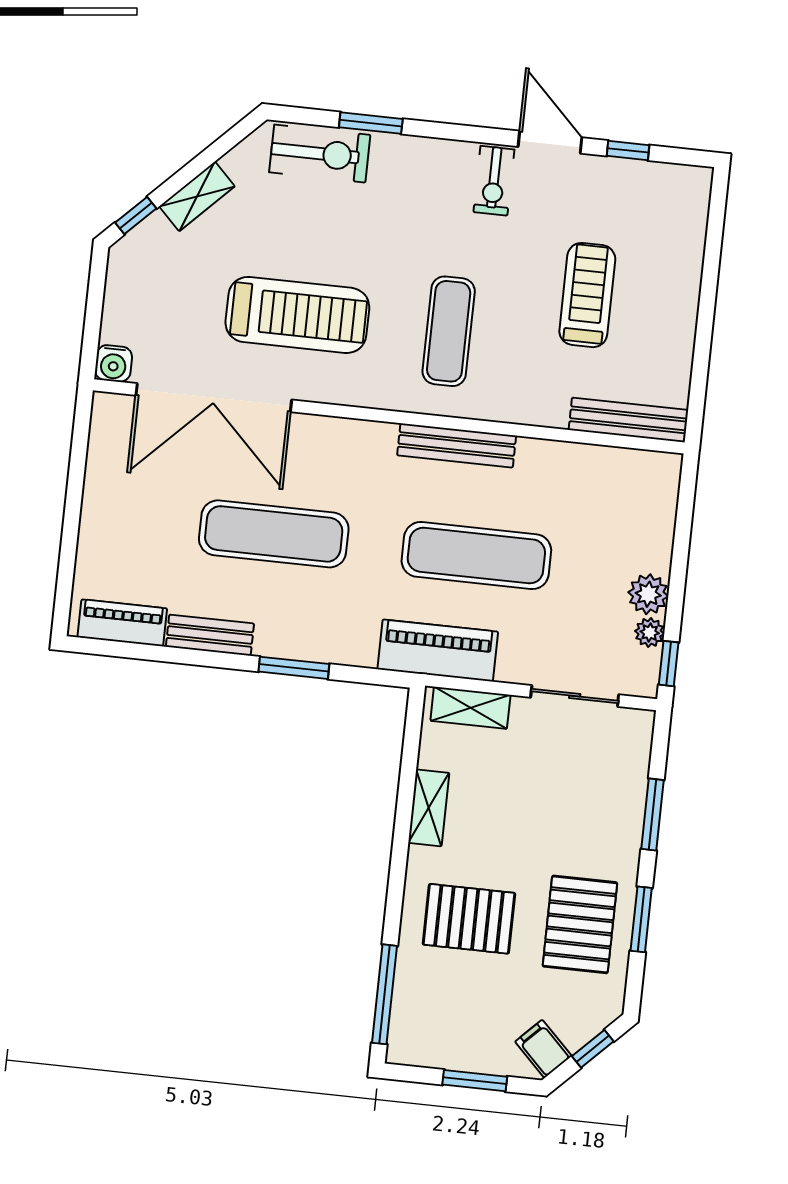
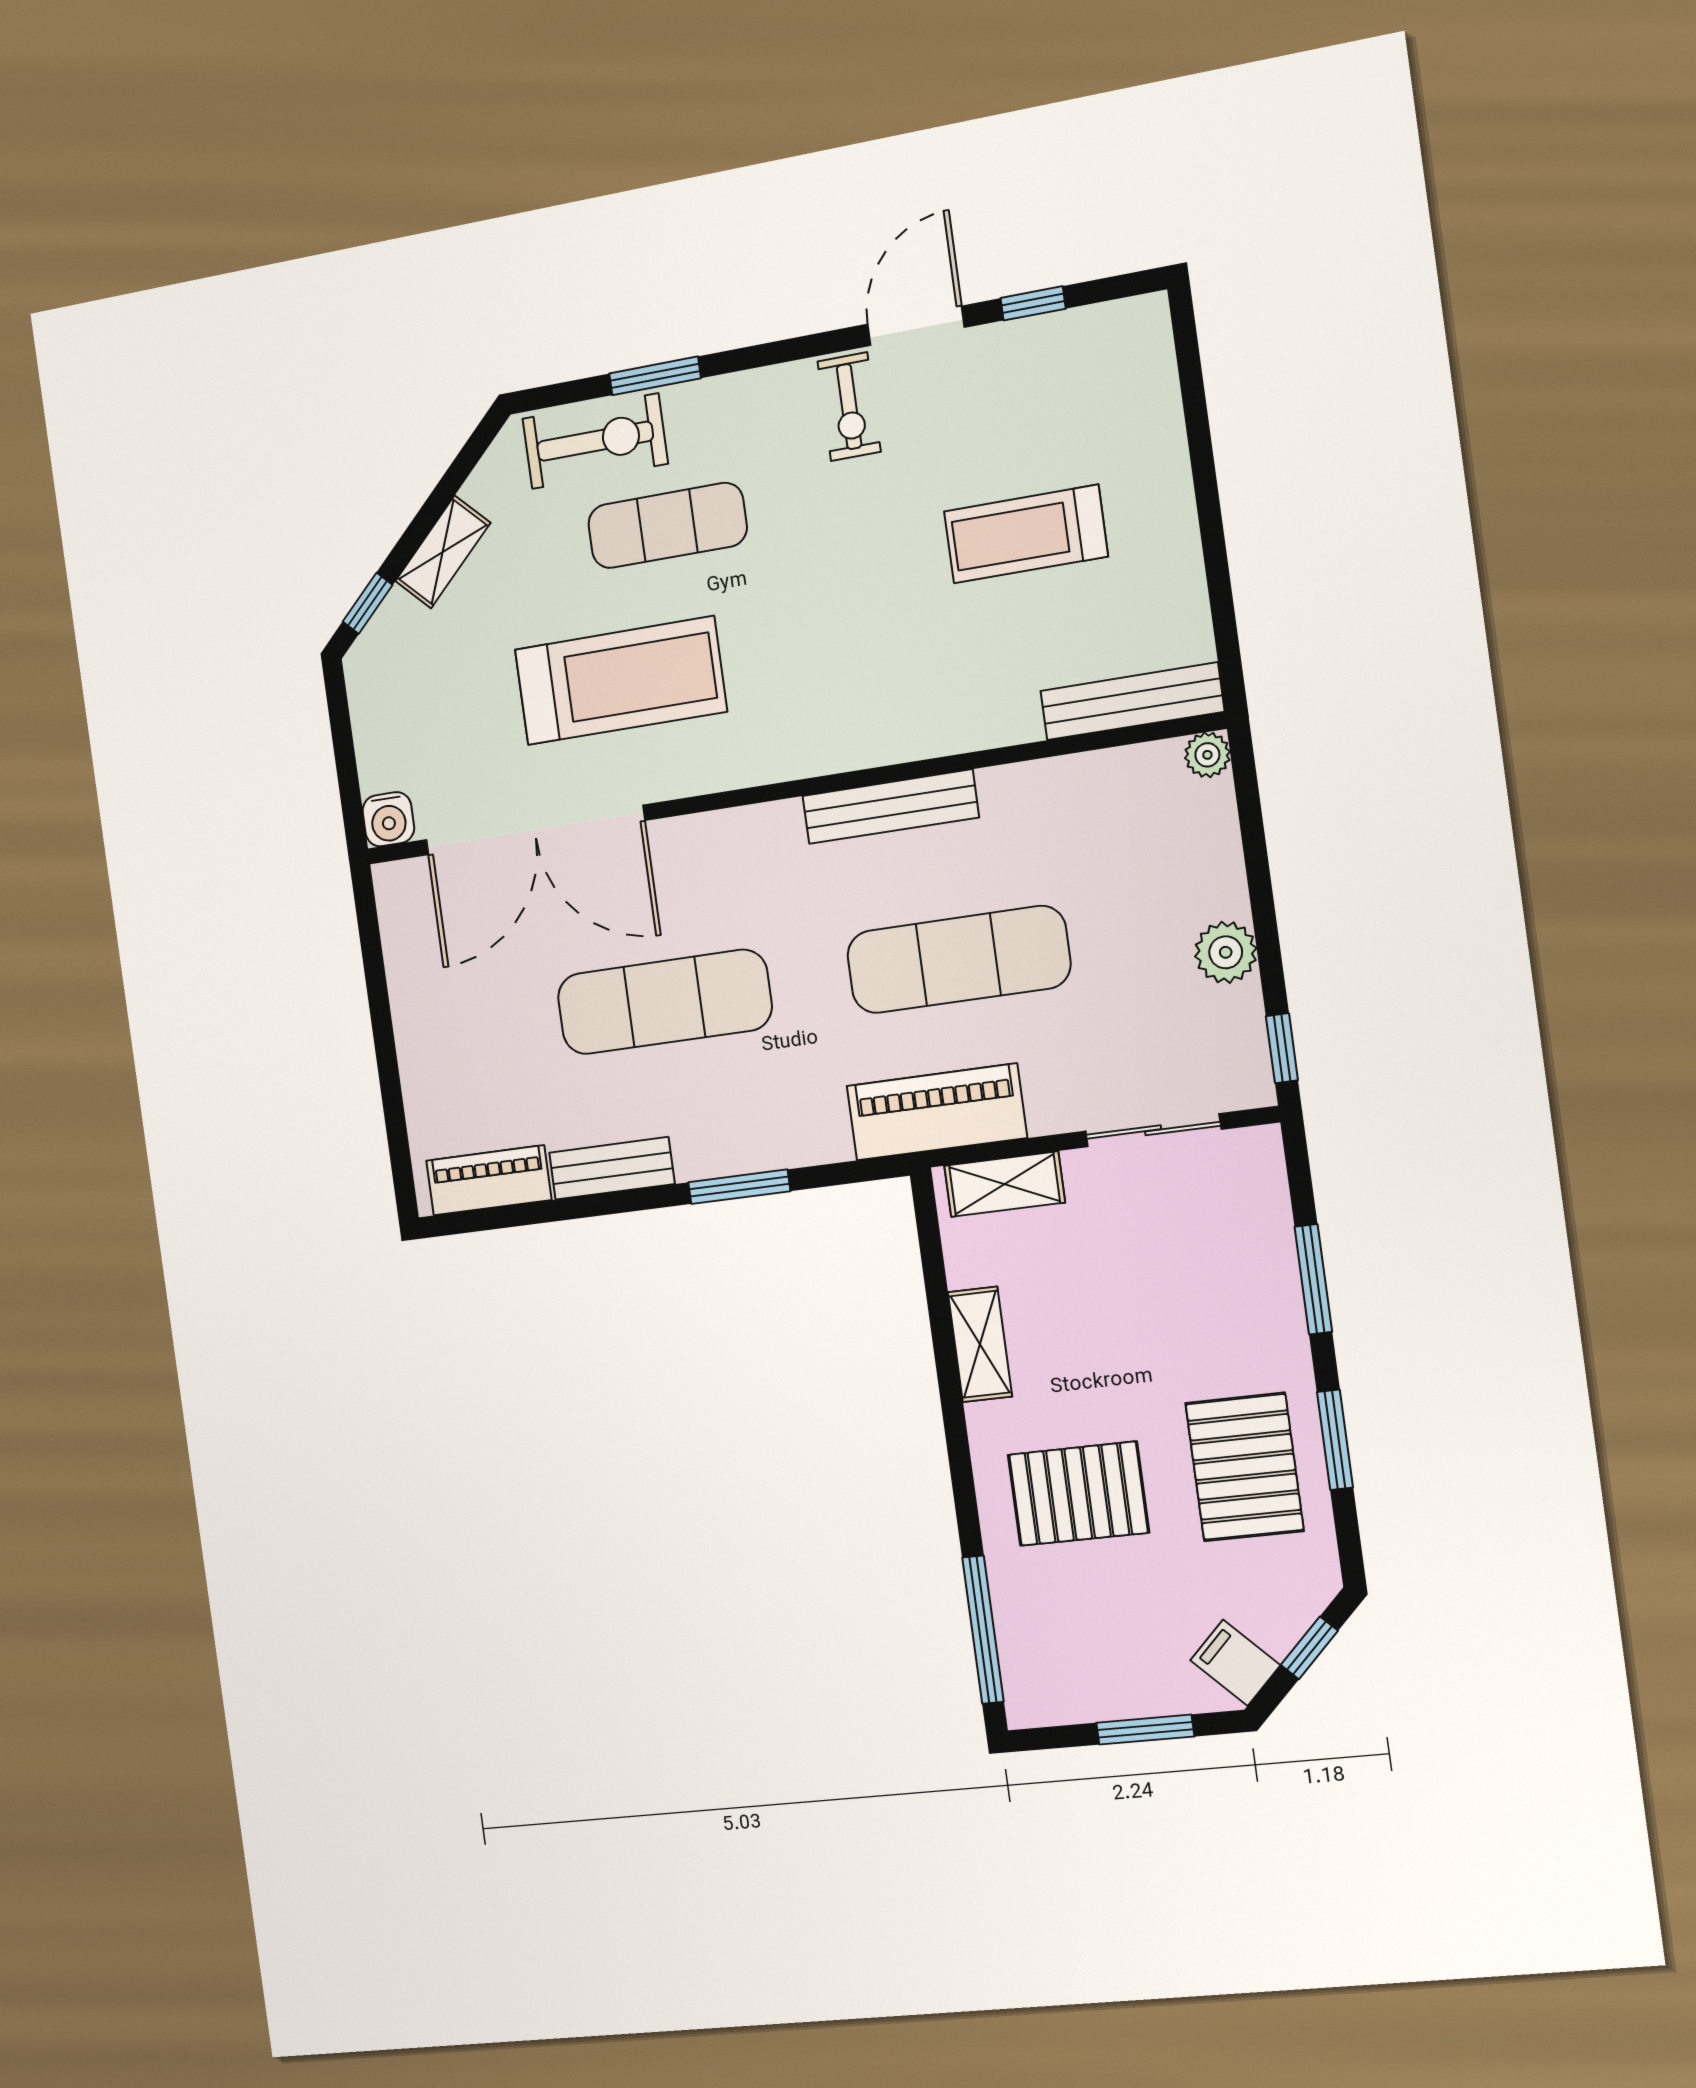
door: (550, 142) -> (916, 326), hinge flipped
treadmill: (587, 295) -> (1026, 534), turned -90
exercise mat: (449, 331) -> (667, 526), moved, turned 90
plant: (650, 632) -> (1207, 755), moved

